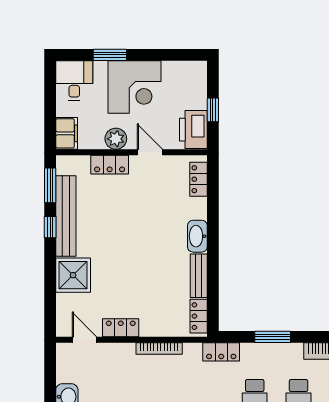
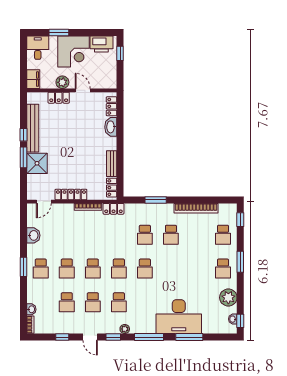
window: (213, 110) -> (120, 53), moved
printer: (193, 130) -> (101, 44), moved, turned -90
window: (50, 185) -> (23, 157), moved
washbasin: (197, 236) -> (111, 127), moved
locker: (121, 328) -> (71, 195), width x1.53
door: (84, 340) -> (44, 202), swing flipped
locker: (221, 352) -> (113, 209), moved

